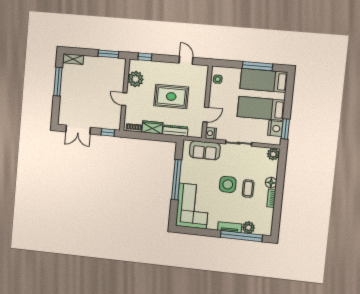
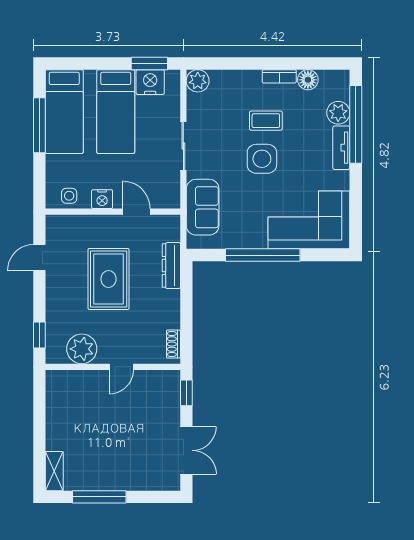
window: (108, 54) -> (39, 404), removed
wardrobe: (152, 127) -> (169, 309), removed
nightstand: (211, 133) -> (102, 199), moved
floor lamp: (271, 183) -> (308, 80), moved

